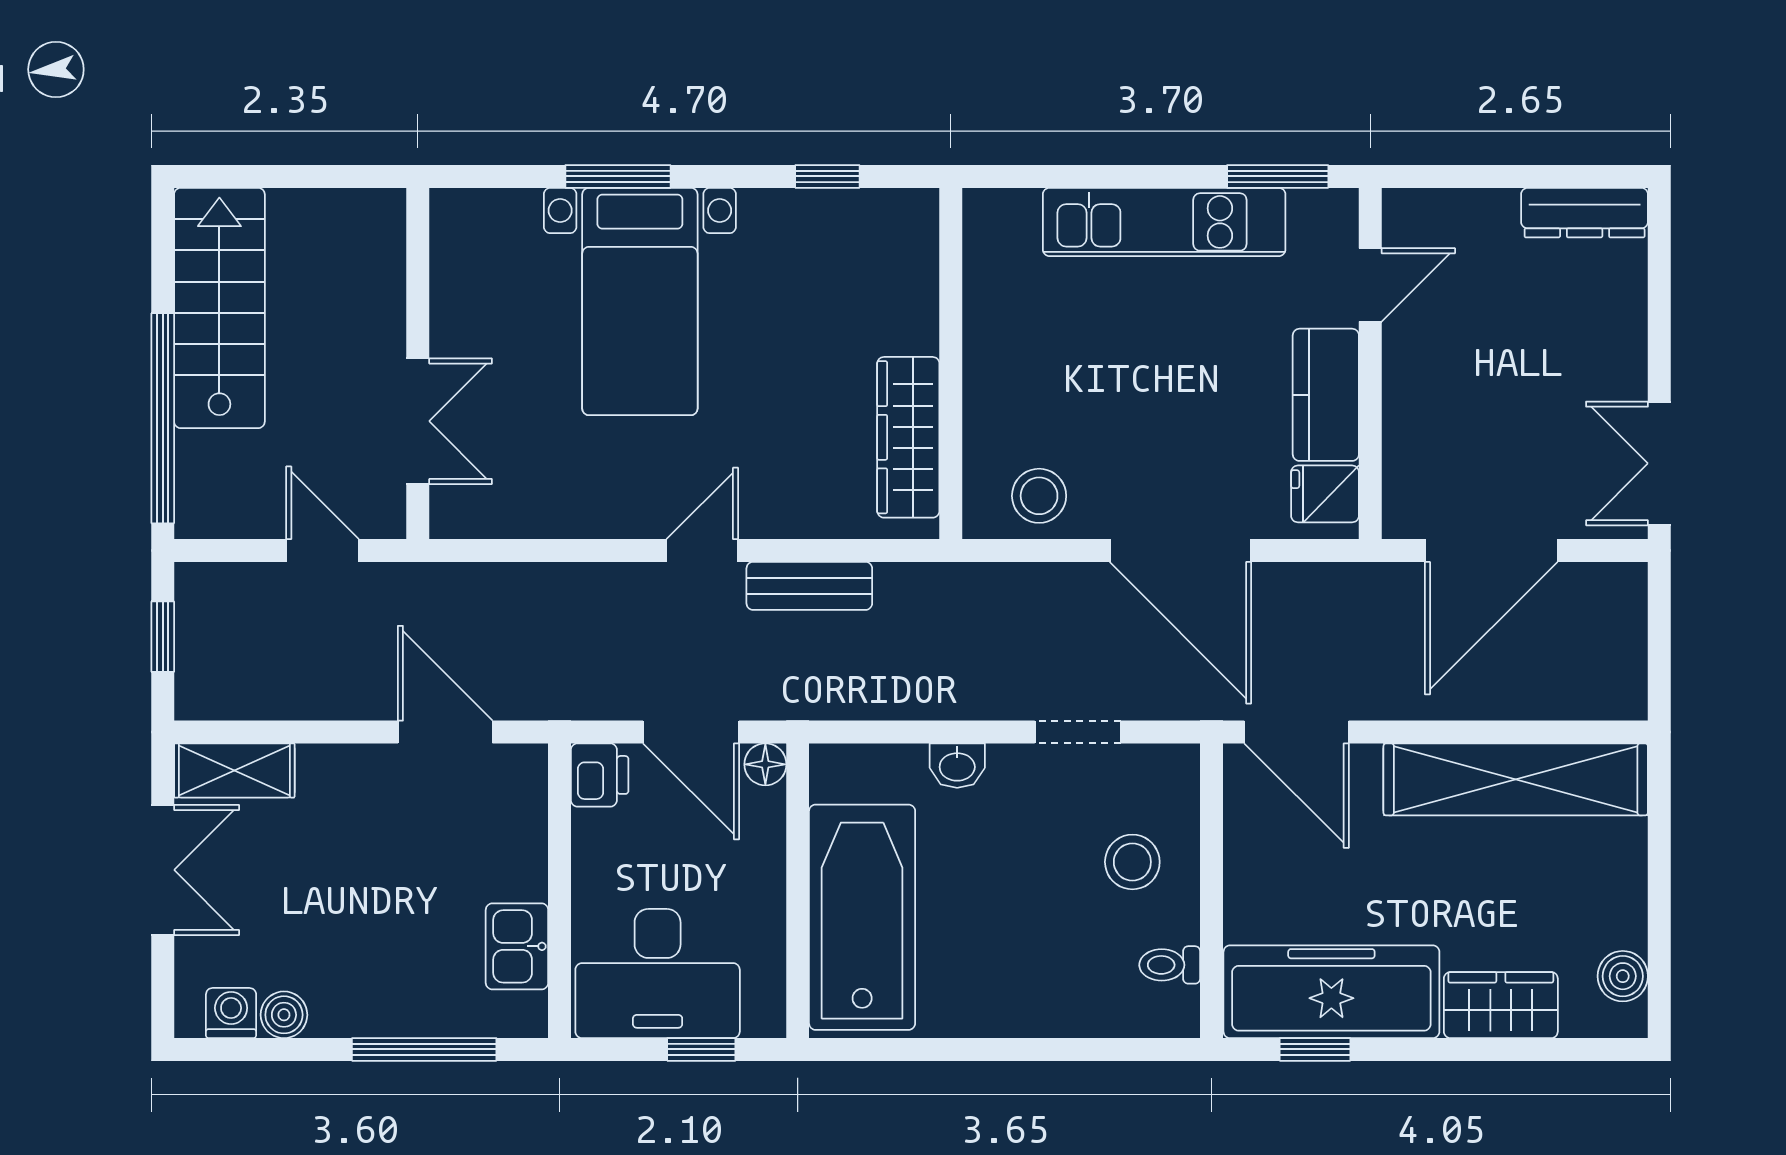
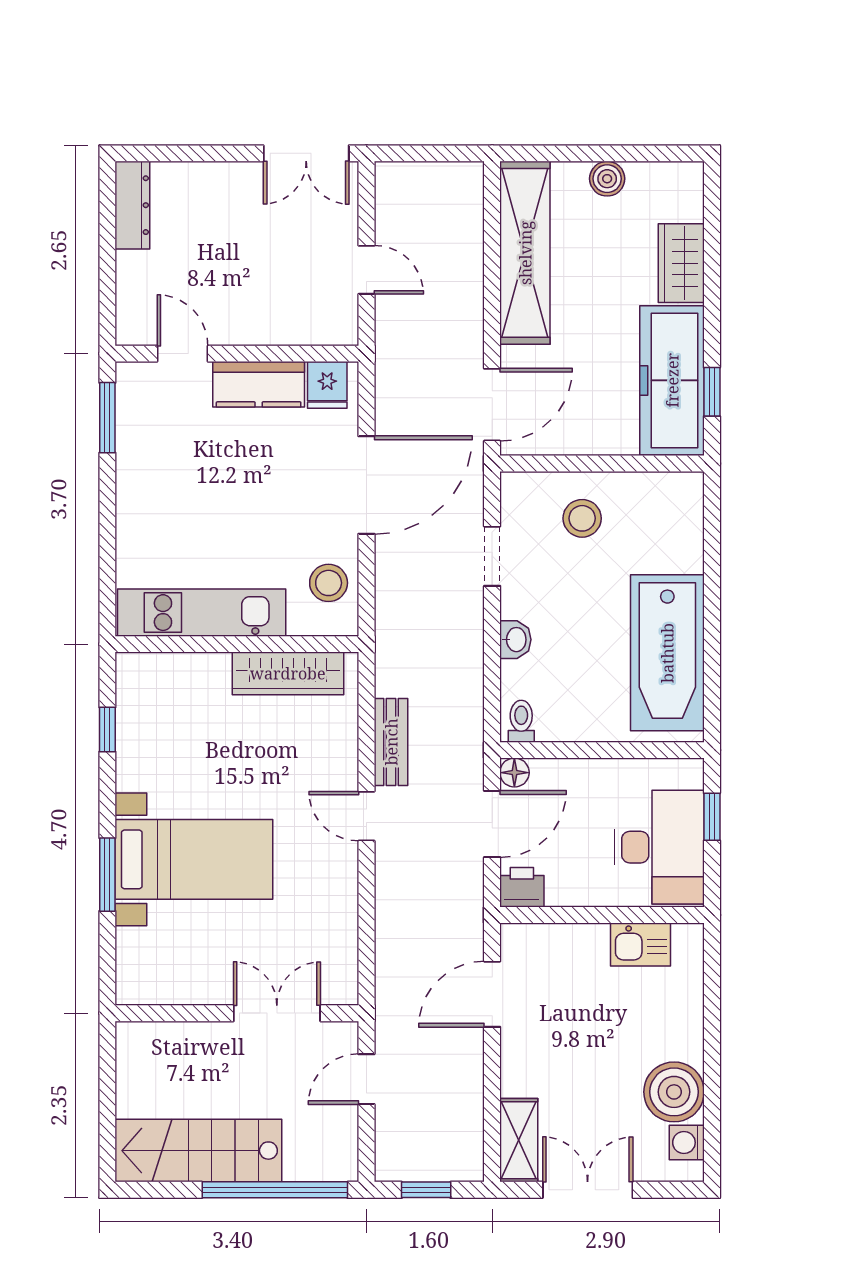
kitchen unit: (1164, 222) -> (202, 613), moved, turned -90
door: (1491, 551) -> (366, 270), width x0.53
bathtub: (862, 917) -> (667, 653), moved, turned -90
toilet: (1170, 965) -> (521, 721), moved, turned 180
boiler: (1623, 976) -> (607, 179), moved
boiler: (284, 1015) -> (674, 1092), width x1.86, depth x1.86
window: (424, 1049) -> (712, 1009), removed

